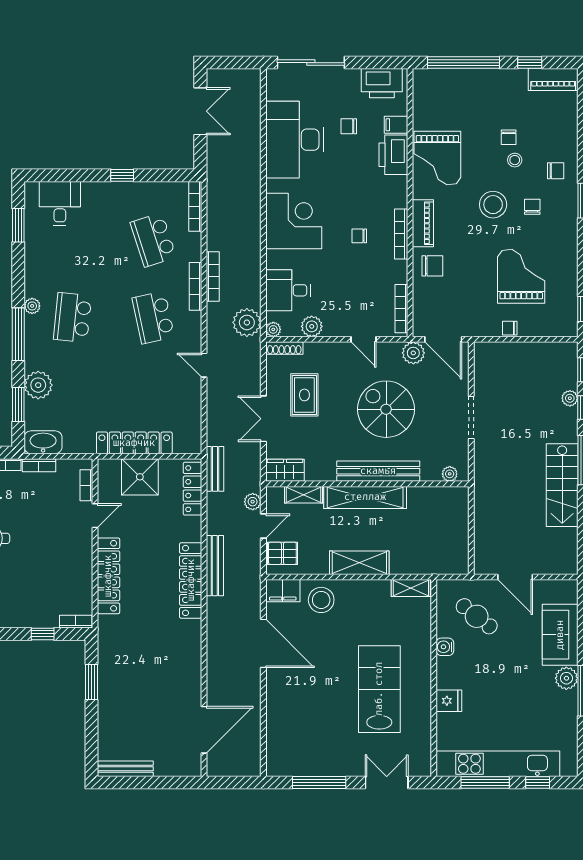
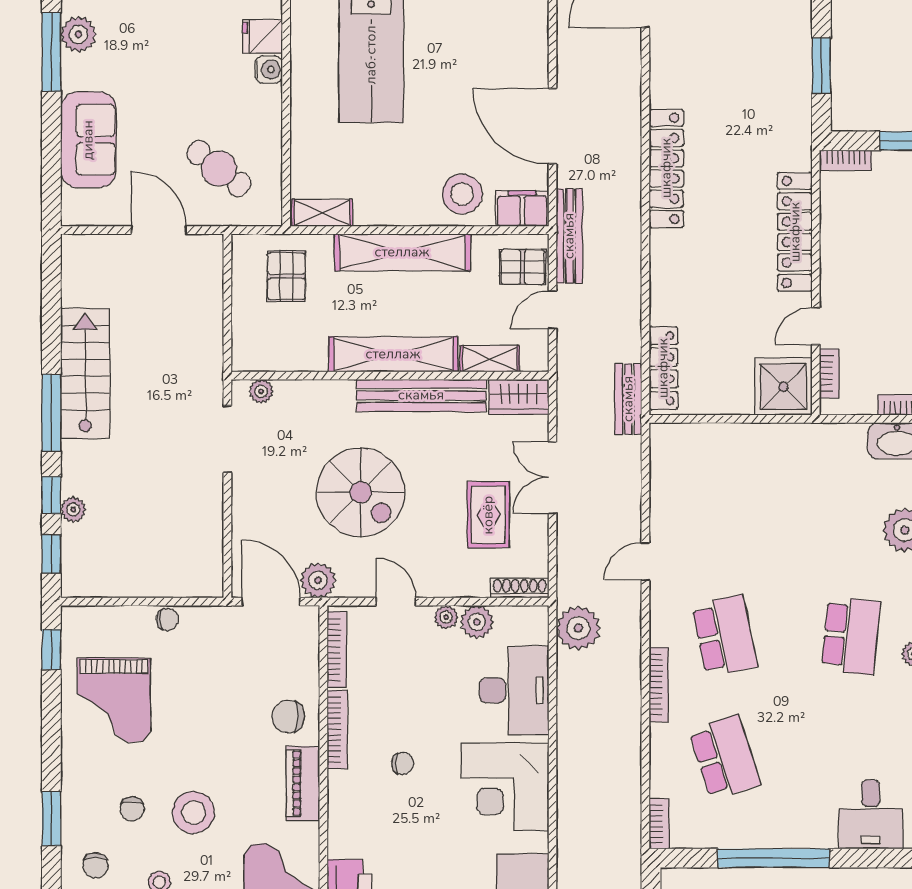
chair: (556, 171) -> (95, 865), turned -90
window: (122, 175) -> (773, 858), width x3.17
bookcase: (195, 206) -> (659, 824), width x0.64
bookcase: (401, 234) -> (337, 729), moved
grand piano: (521, 276) -> (114, 700), moved
bookcase: (213, 277) -> (632, 700), removed
desk: (288, 290) -> (514, 690), width x1.37
plant: (273, 329) -> (446, 617), moved
door: (204, 365) -> (645, 561), swing flipped
doorway: (471, 418) -> (227, 439), moved
double door: (263, 419) -> (552, 477), swing flipped
locker: (134, 443) -> (754, 440), removed
bench: (378, 471) -> (421, 395), moved
shower: (140, 477) -> (783, 387), moved
plant: (253, 502) -> (569, 348), removed
pallet: (434, 547) -> (286, 276), added
shelving: (359, 563) -> (402, 252), width x1.47
bench: (215, 566) -> (569, 236), moved
locker: (191, 580) -> (666, 168), moved
water cooler: (445, 647) -> (269, 69), moved
plant: (566, 678) -> (78, 34), moved

